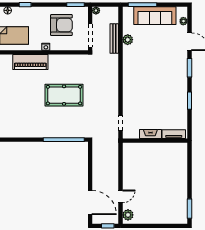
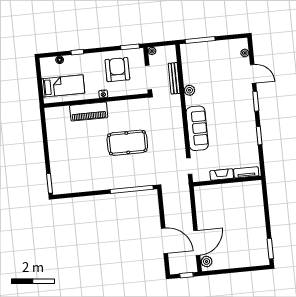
sofa: (155, 16) -> (197, 128), moved, turned -90
armchair: (61, 25) -> (117, 70), turned -90
plant: (128, 40) -> (190, 90), moved
door: (121, 196) -> (197, 243), width x1.87
door: (90, 202) -> (164, 241), moved

